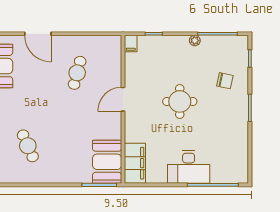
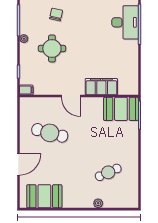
cafe table: (77, 73) -> (50, 133), width x1.37, depth x1.35
round table: (180, 101) -> (52, 48), moved
filing cabinet: (135, 163) -> (101, 87), moved
desk: (189, 167) -> (125, 22), moved

